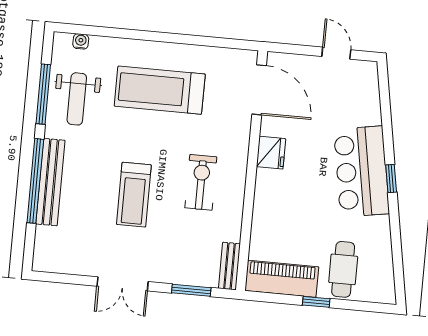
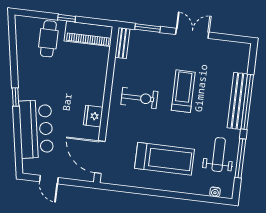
bar counter: (362, 172) -> (36, 129), moved
exercise bike: (201, 182) -> (139, 98), turned -90

